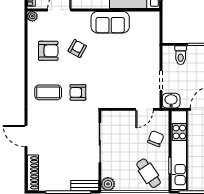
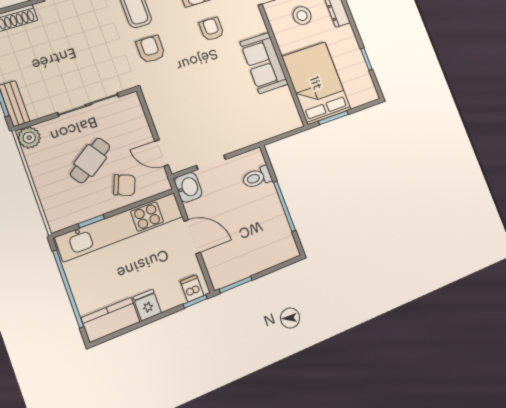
armchair: (77, 49) -> (212, 29), turned -119
cafe table: (149, 173) -> (90, 160), moved

